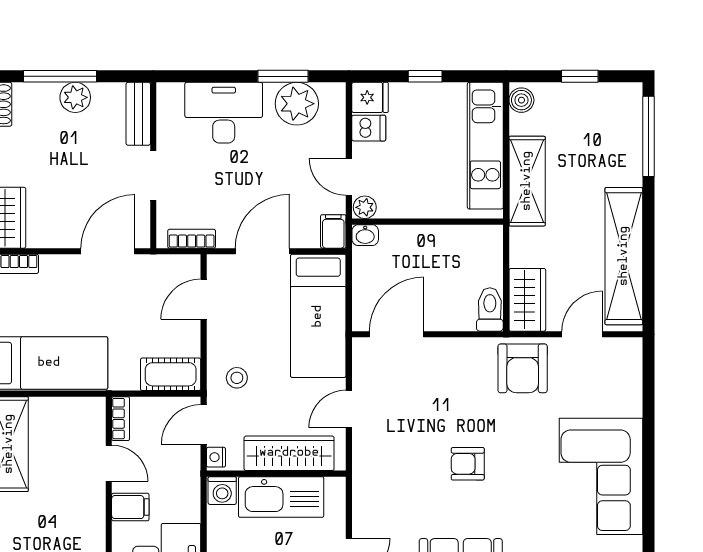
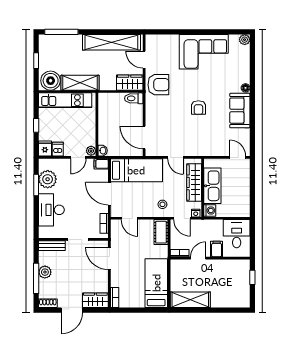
boiler: (521, 100) -> (51, 81), width x1.86, depth x1.86

